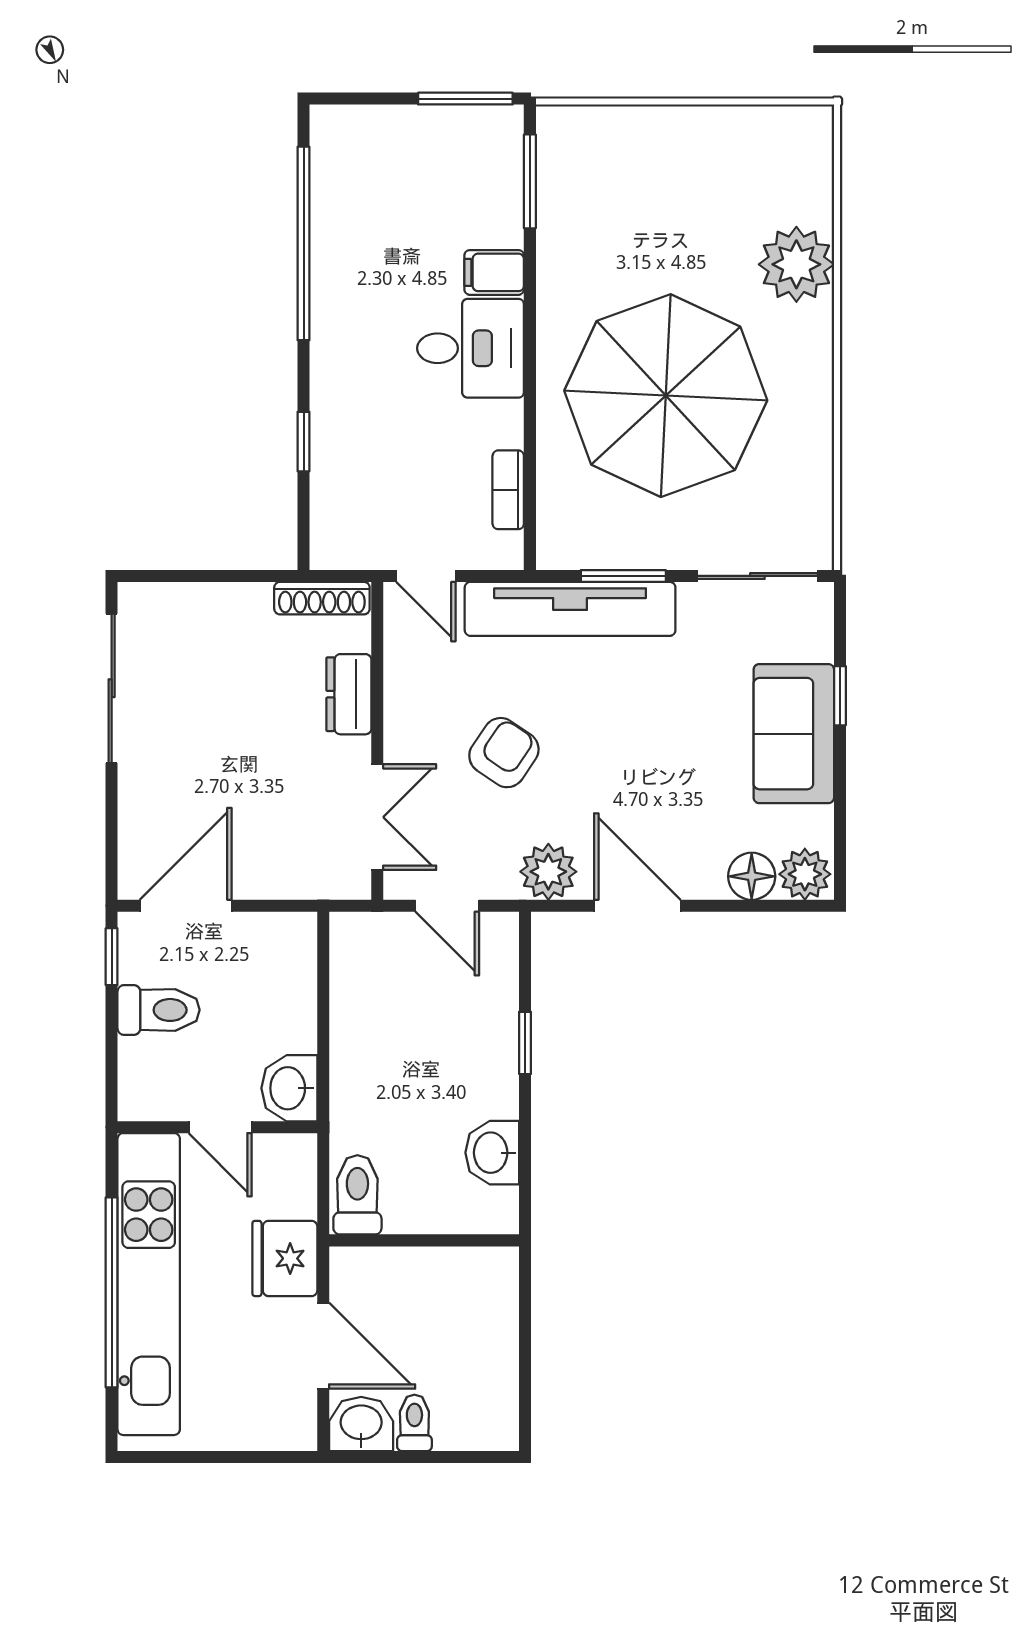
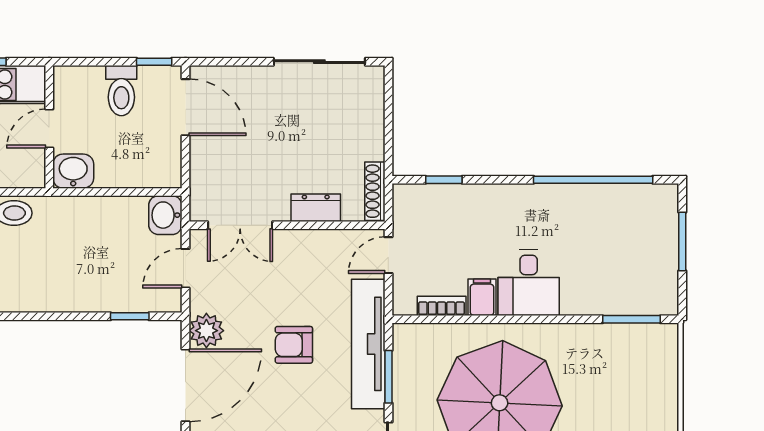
window: (465, 99) -> (682, 242), moved
filing cabinet: (494, 272) -> (482, 297), moved
window: (304, 442) -> (444, 180), moved
armchair: (504, 753) -> (294, 345), moved, turned 146
door: (637, 906) -> (186, 385), width x1.36
window: (525, 1043) -> (130, 316), moved
washbasin: (492, 1153) -> (165, 215), moved, turned -90

